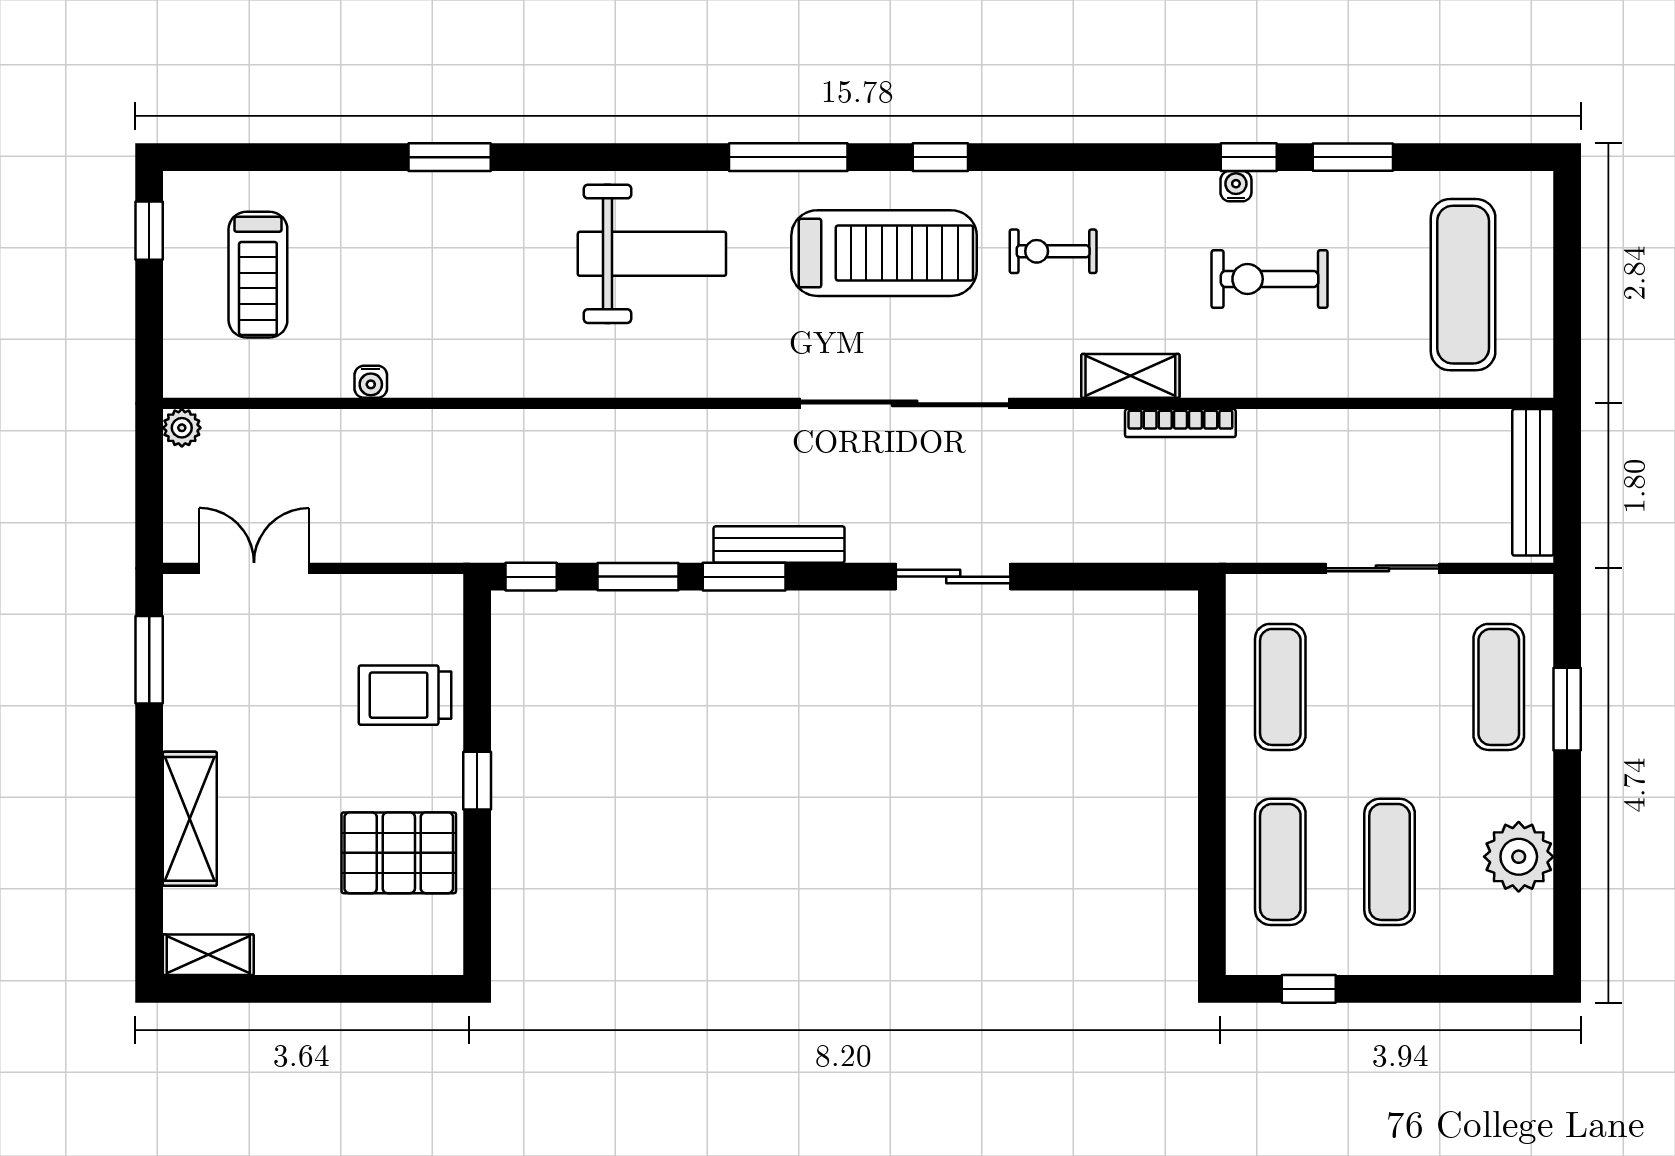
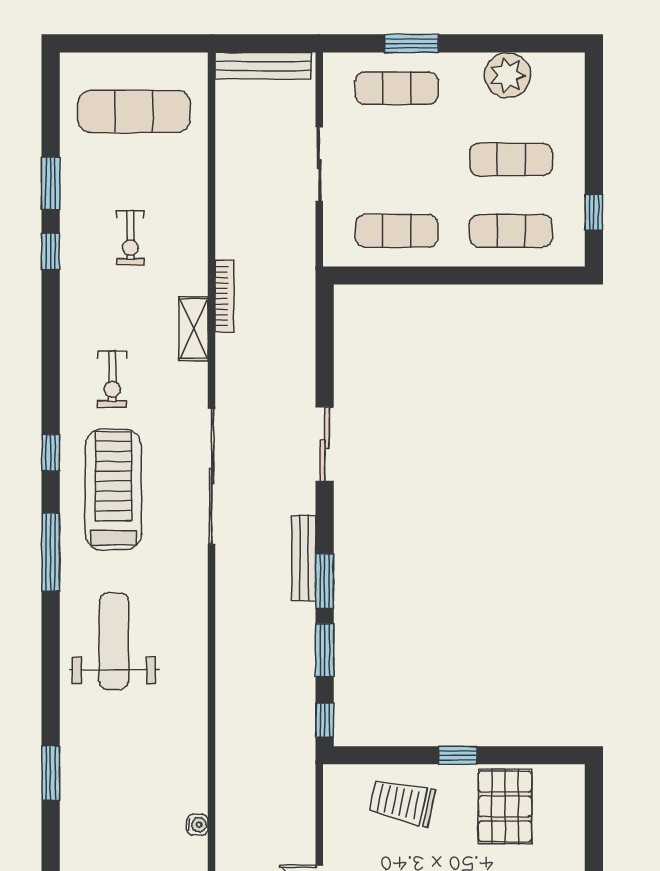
water cooler: (1236, 186) -> (70, 260), removed
exercise bike: (1270, 279) -> (130, 238), width x0.73, depth x0.72
trolley: (405, 695) -> (402, 802), turned 102

